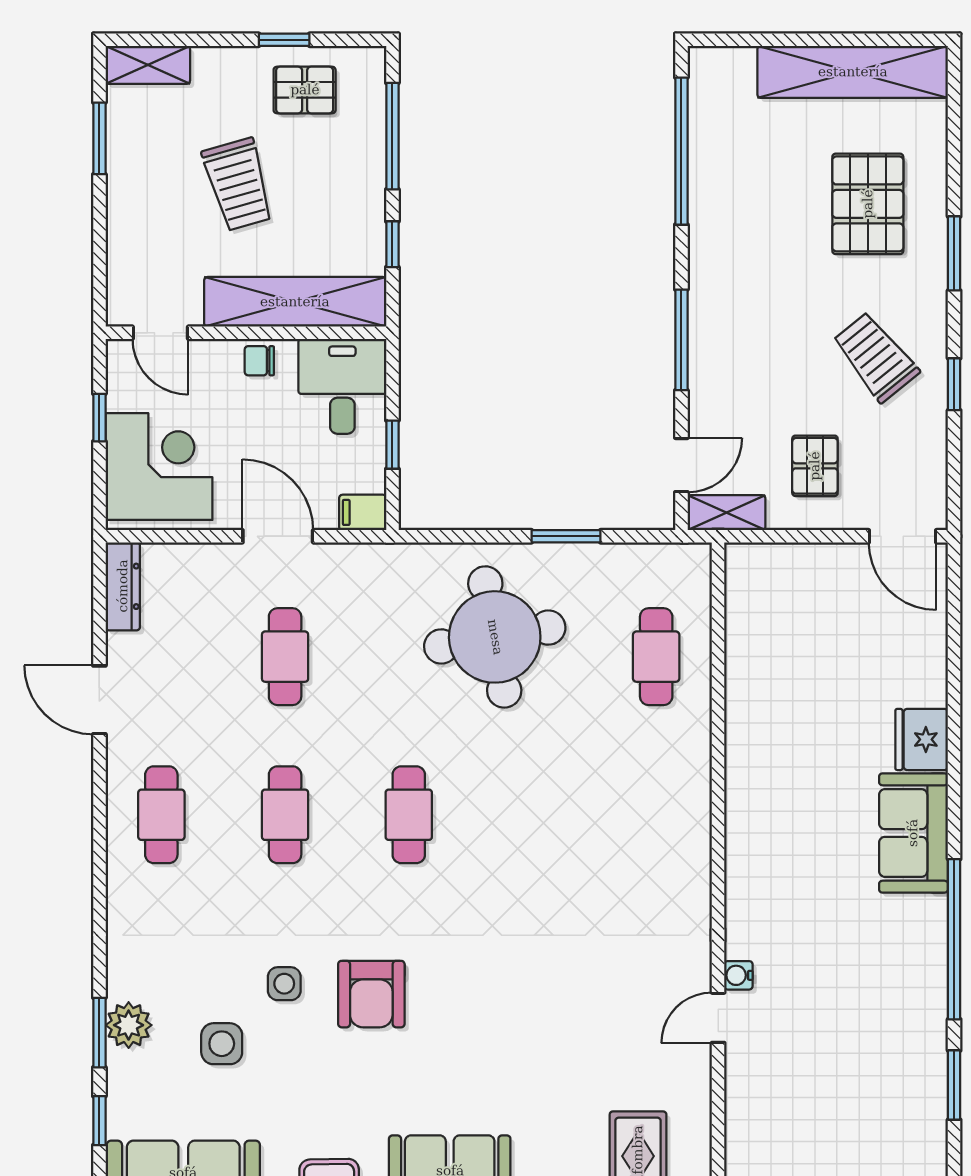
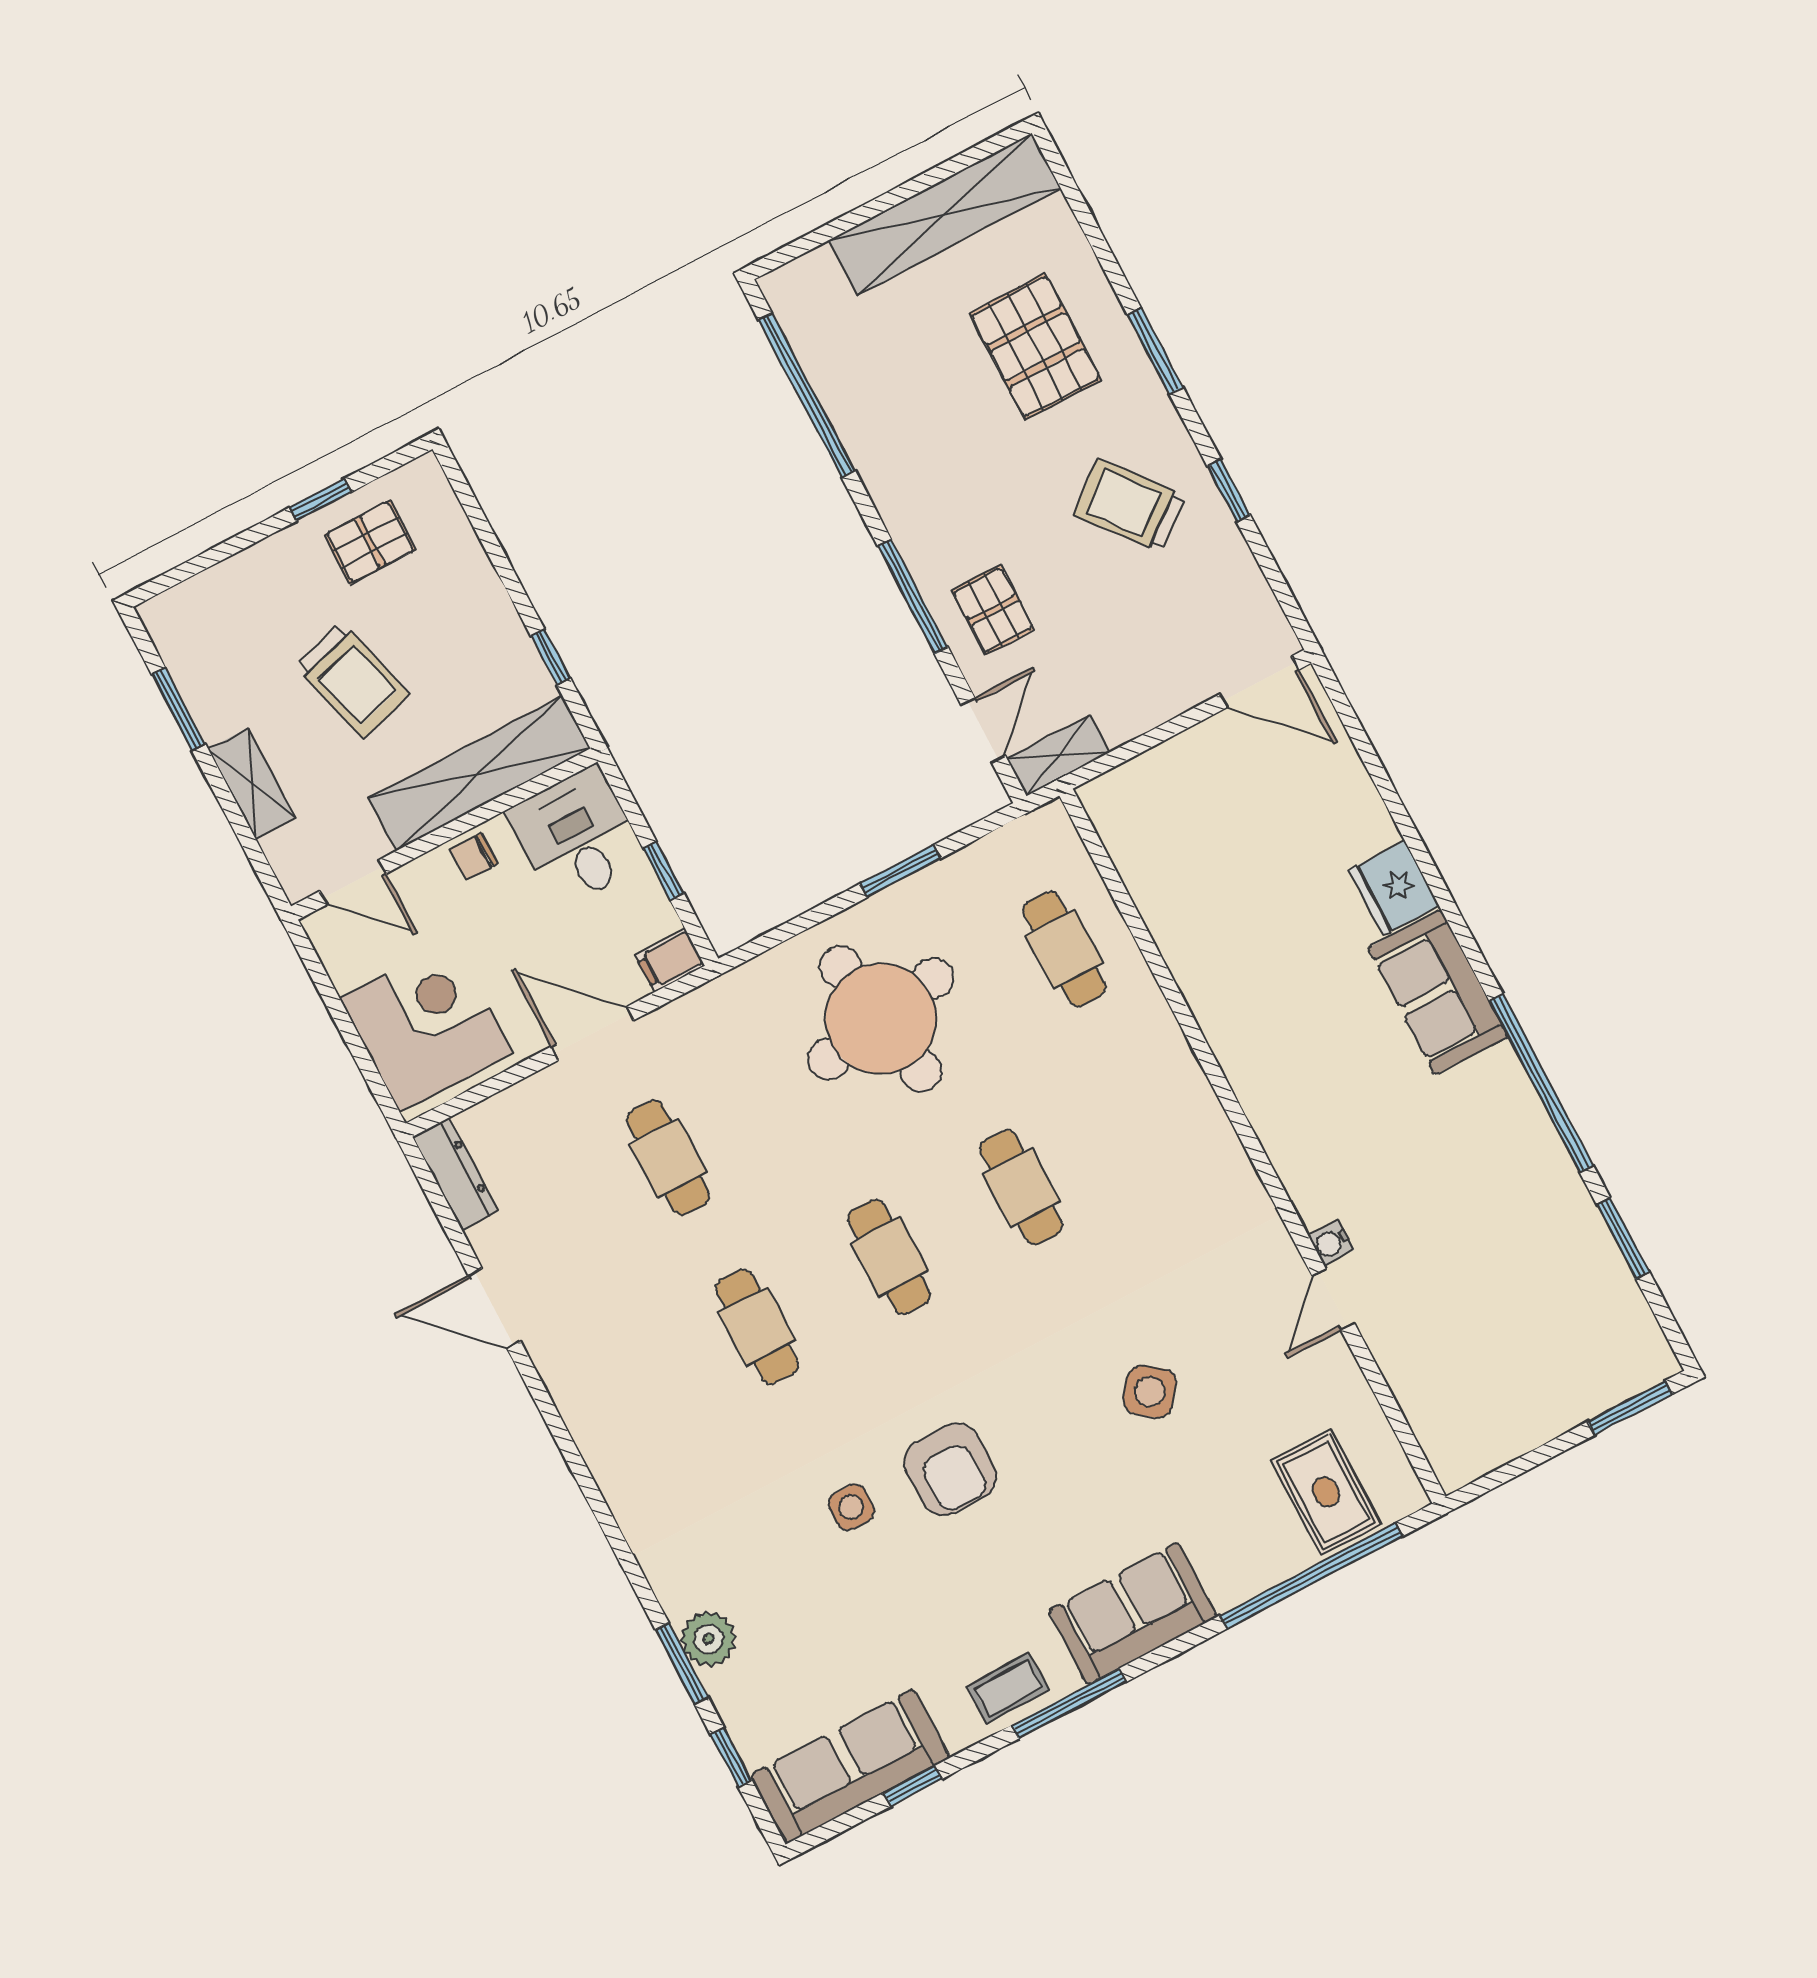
shelving: (148, 65) -> (252, 783), moved, turned 90
window: (392, 136) -> (490, 542), removed
window: (99, 418) -> (336, 1007), removed
pallet: (815, 466) -> (993, 610), moved
cafe table: (161, 815) -> (1021, 1187), moved
side table: (222, 1044) -> (1150, 1392), moved, turned 38

